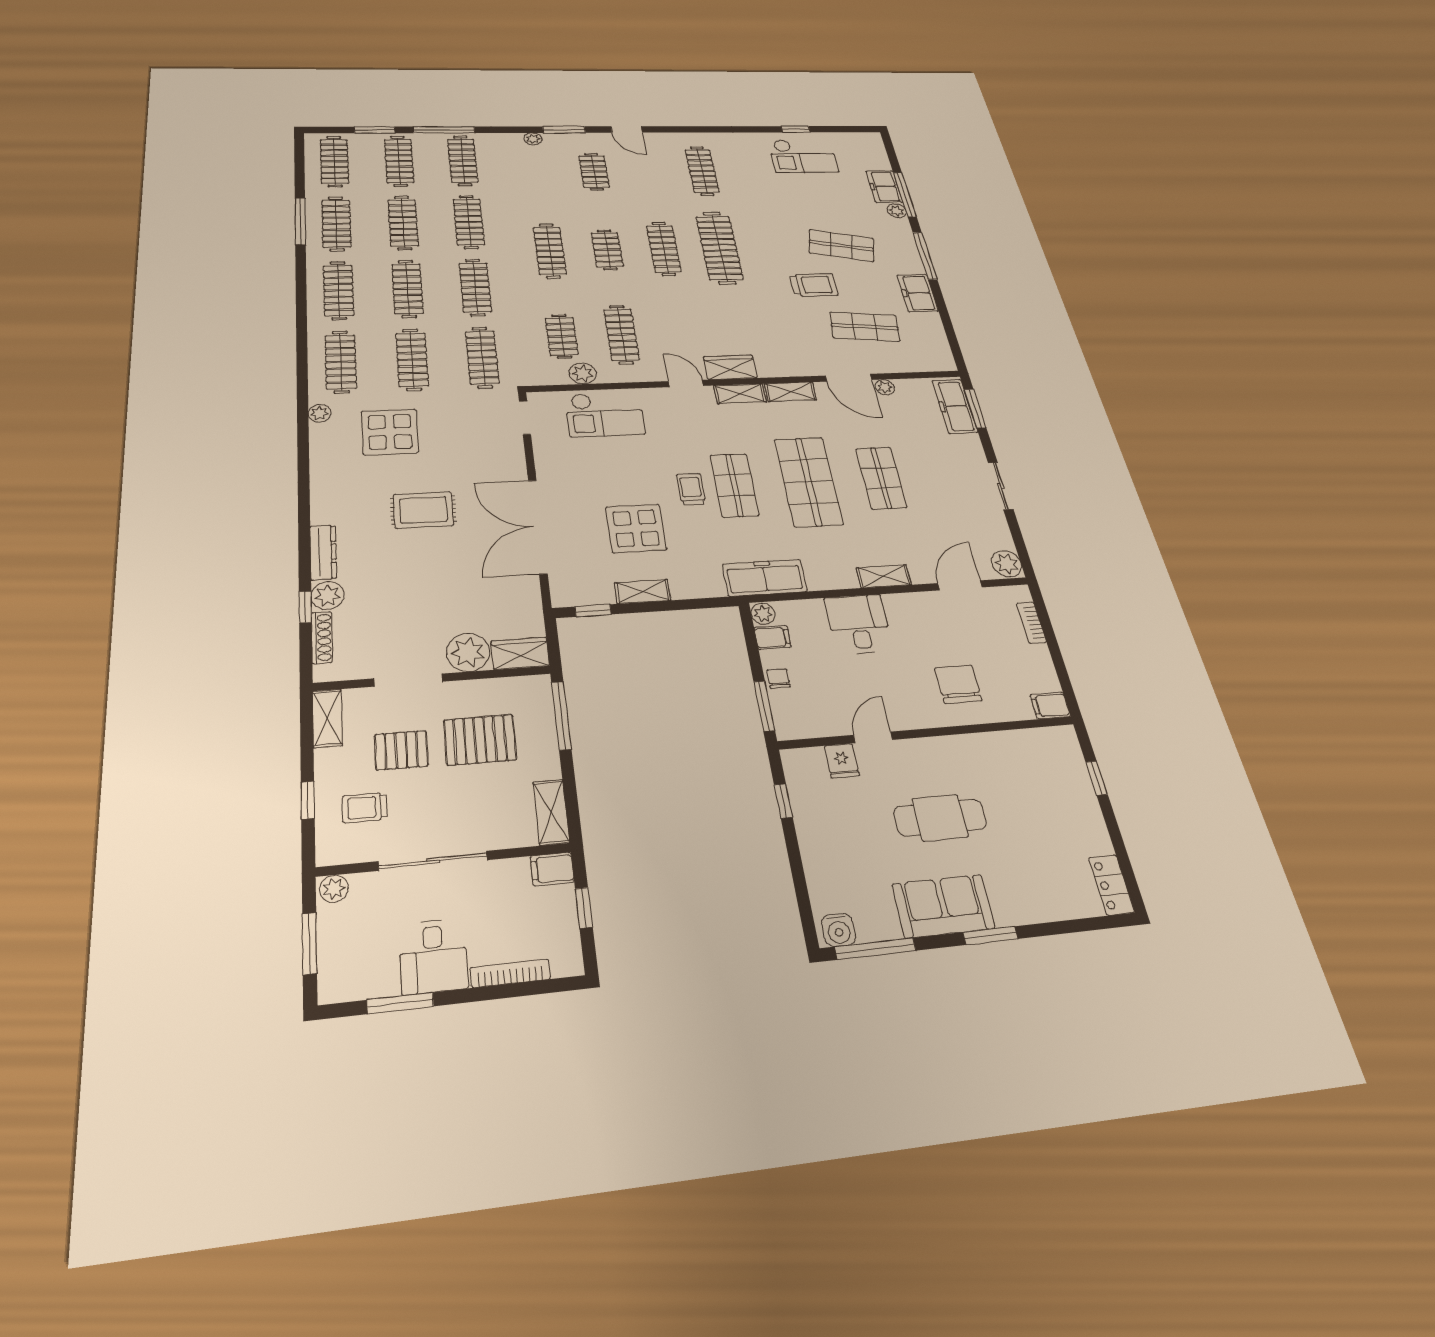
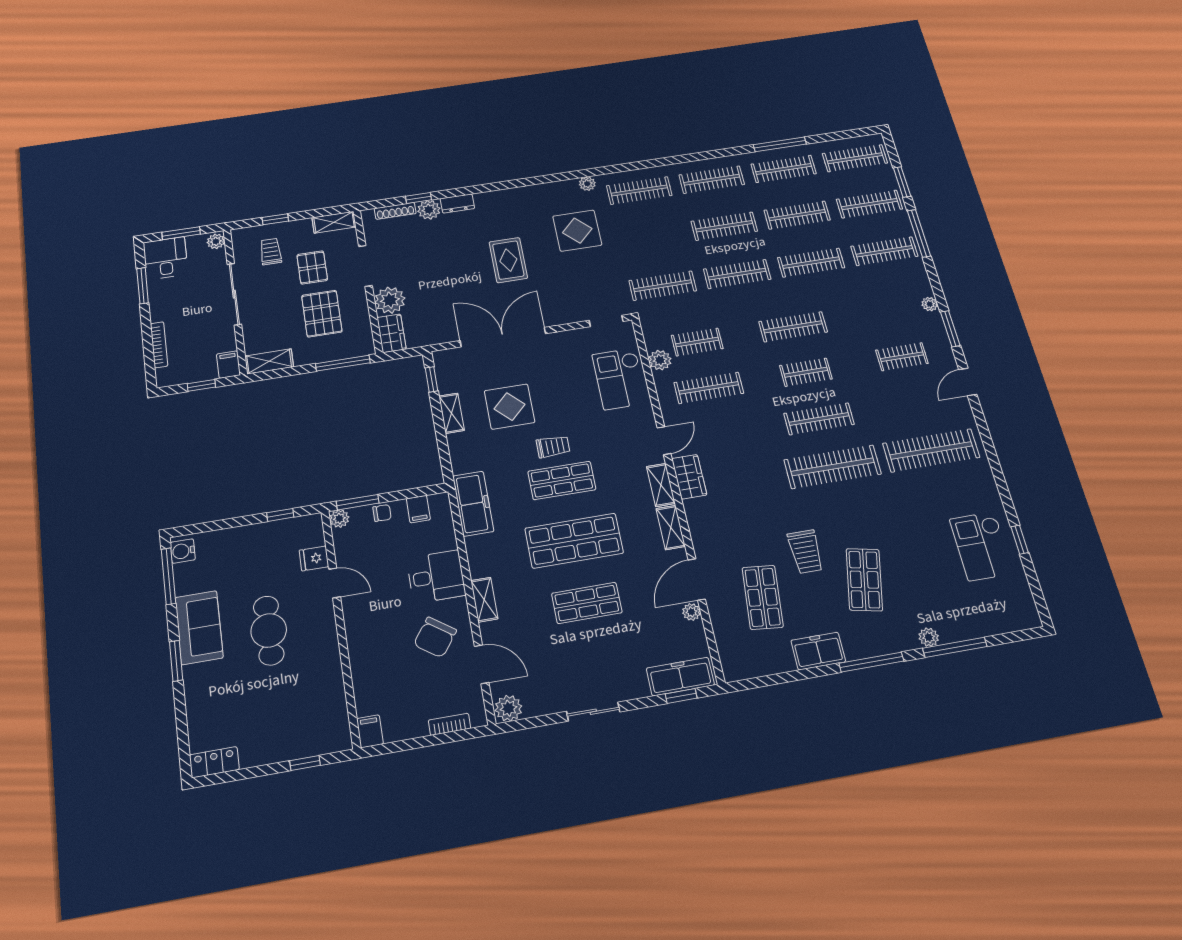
clothes rail: (702, 171) -> (931, 450), width x1.37, depth x1.31
freezer: (884, 187) -> (961, 627), removed
clothes rail: (412, 360) -> (651, 237), removed
window: (975, 408) -> (681, 696), width x0.67
dresser: (323, 552) -> (457, 203), width x0.70
plant: (763, 614) -> (339, 519), moved
chair: (958, 684) -> (435, 637), moved, turned 126
desk: (433, 956) -> (165, 258), moved, turned 90

